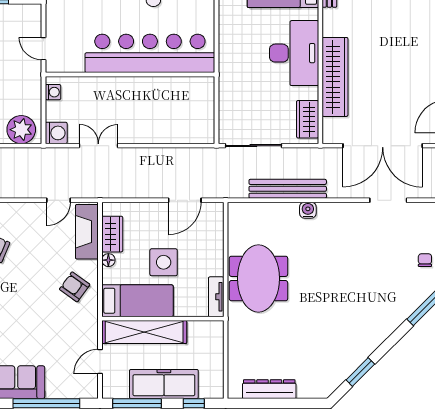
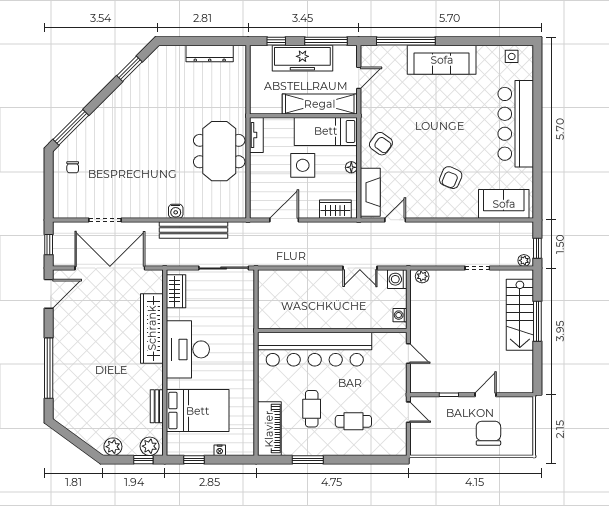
plant: (21, 130) -> (422, 276), width x0.53, depth x0.53
wardrobe: (112, 234) -> (335, 209), moved, turned 90

